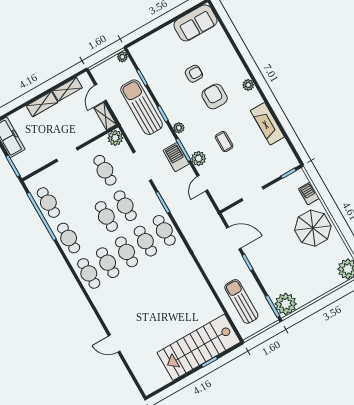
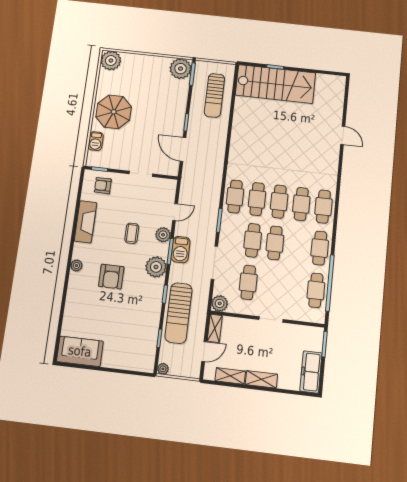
armchair: (194, 74) -> (103, 186), moved
plant: (179, 128) -> (156, 267), width x1.88, depth x1.88

